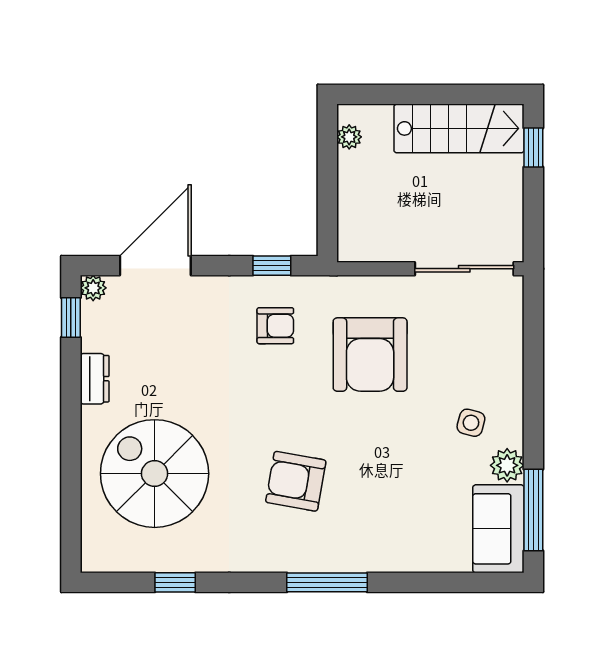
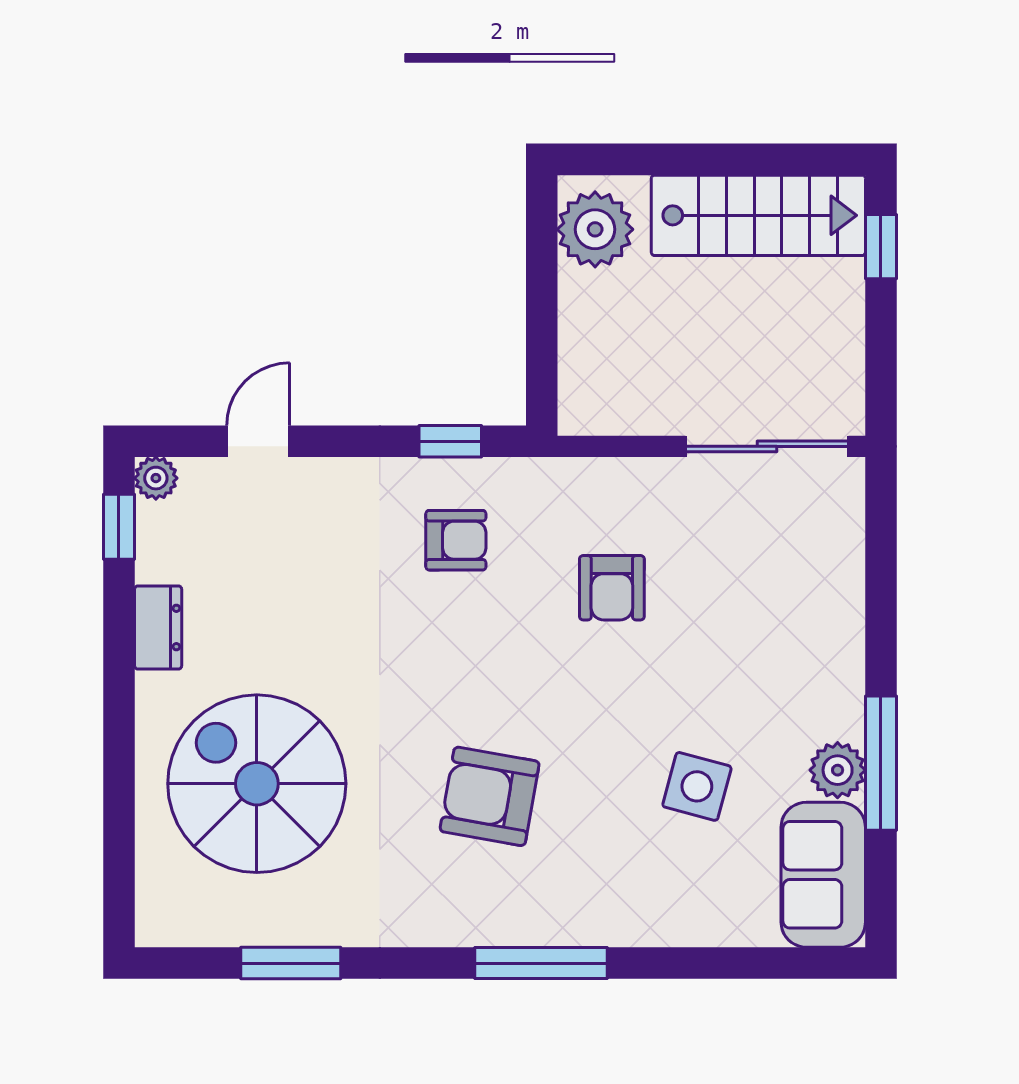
plant: (349, 137) -> (595, 229), width x1.88, depth x1.88
door: (155, 266) -> (258, 441), width x0.53
armchair: (370, 355) -> (612, 588), width x0.53, depth x0.53
side table: (471, 423) -> (697, 786), moved, width x1.37, depth x1.37
window: (533, 510) -> (881, 763), moved
window: (175, 582) -> (291, 963), width x1.50

